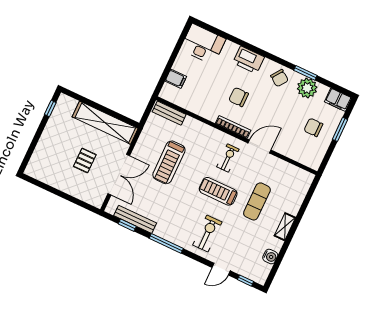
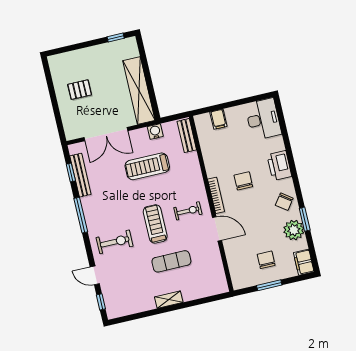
window: (340, 129) -> (269, 285), moved
pallet: (85, 160) -> (80, 90), moved
water cooler: (270, 257) -> (155, 132), moved, turned 180

